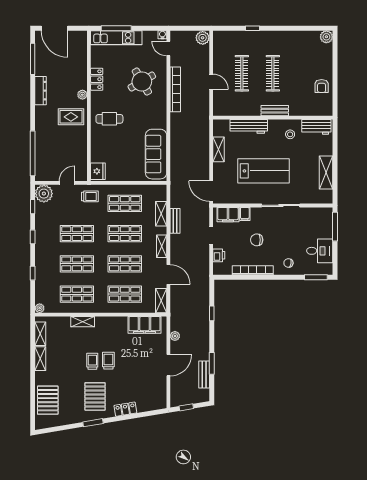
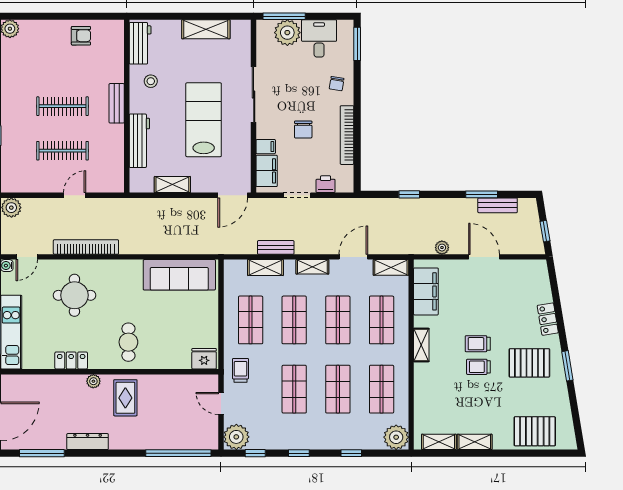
round table: (142, 82) -> (74, 295), turned 30
plant: (324, 229) -> (287, 33), added
plant: (40, 308) -> (396, 437), width x1.87, depth x1.87
shelving: (83, 322) -> (421, 345), moved

